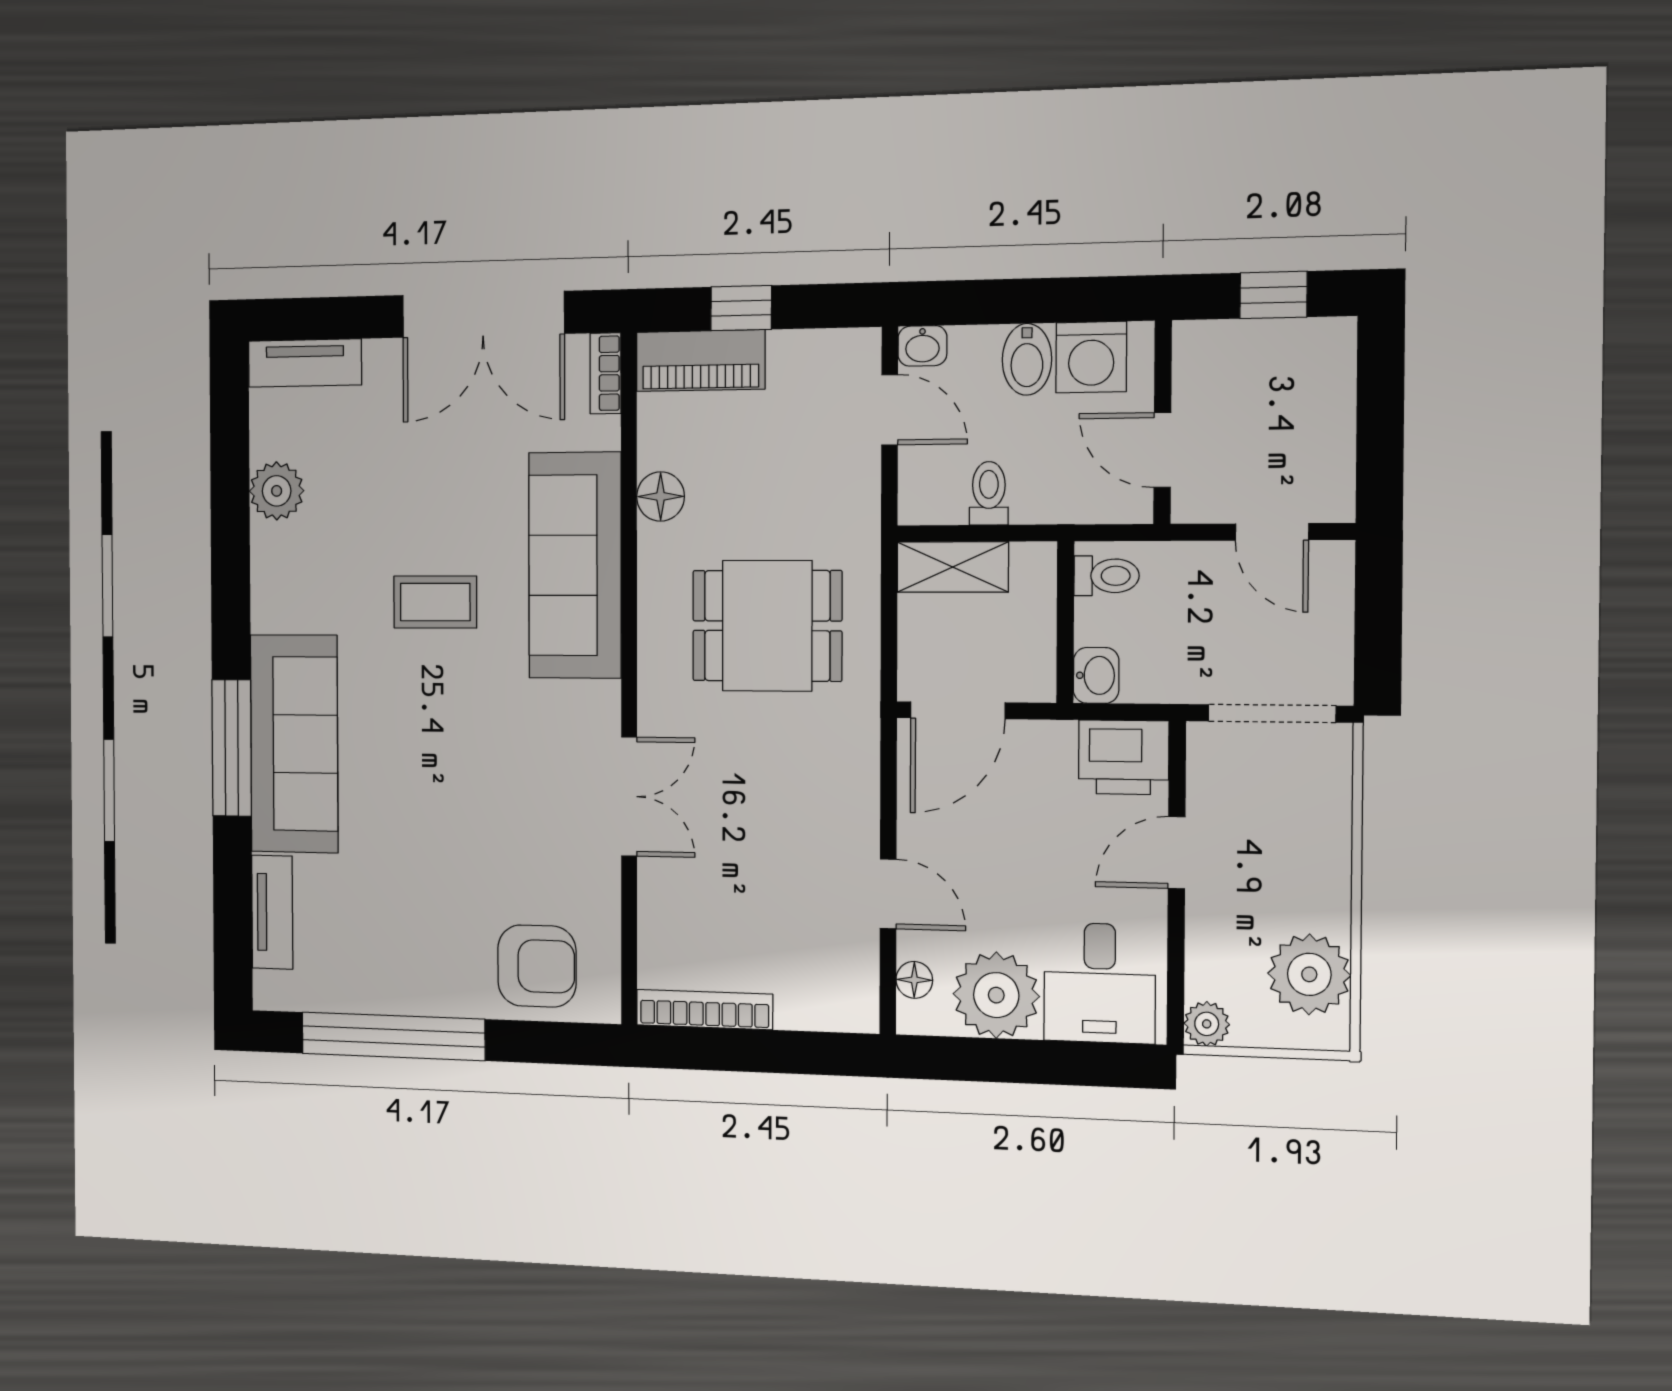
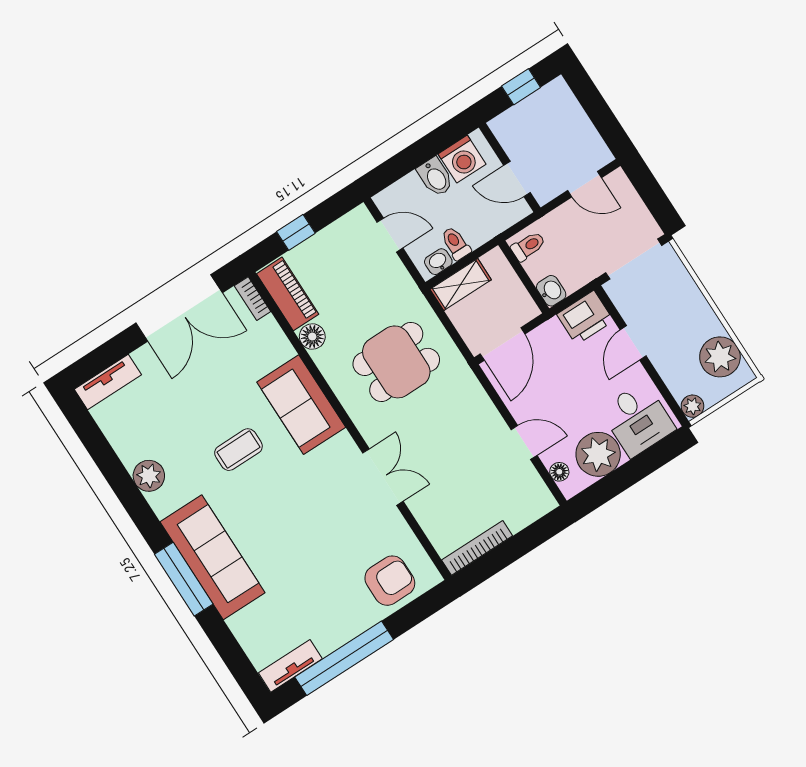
washbasin: (922, 346) -> (438, 262), moved, turned 180
piano: (701, 361) -> (288, 294), moved, turned -90
plant: (277, 491) -> (149, 476), moved
sofa: (575, 565) -> (301, 405), width x0.73
tv unit: (272, 912) -> (290, 666), moved, turned -90

